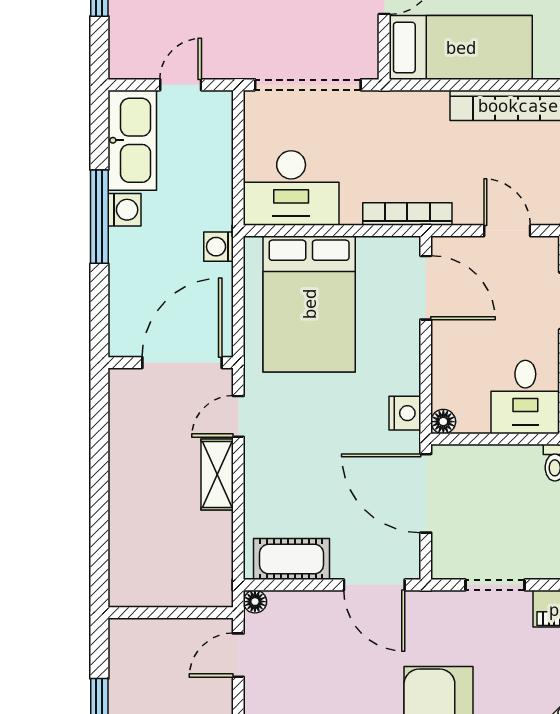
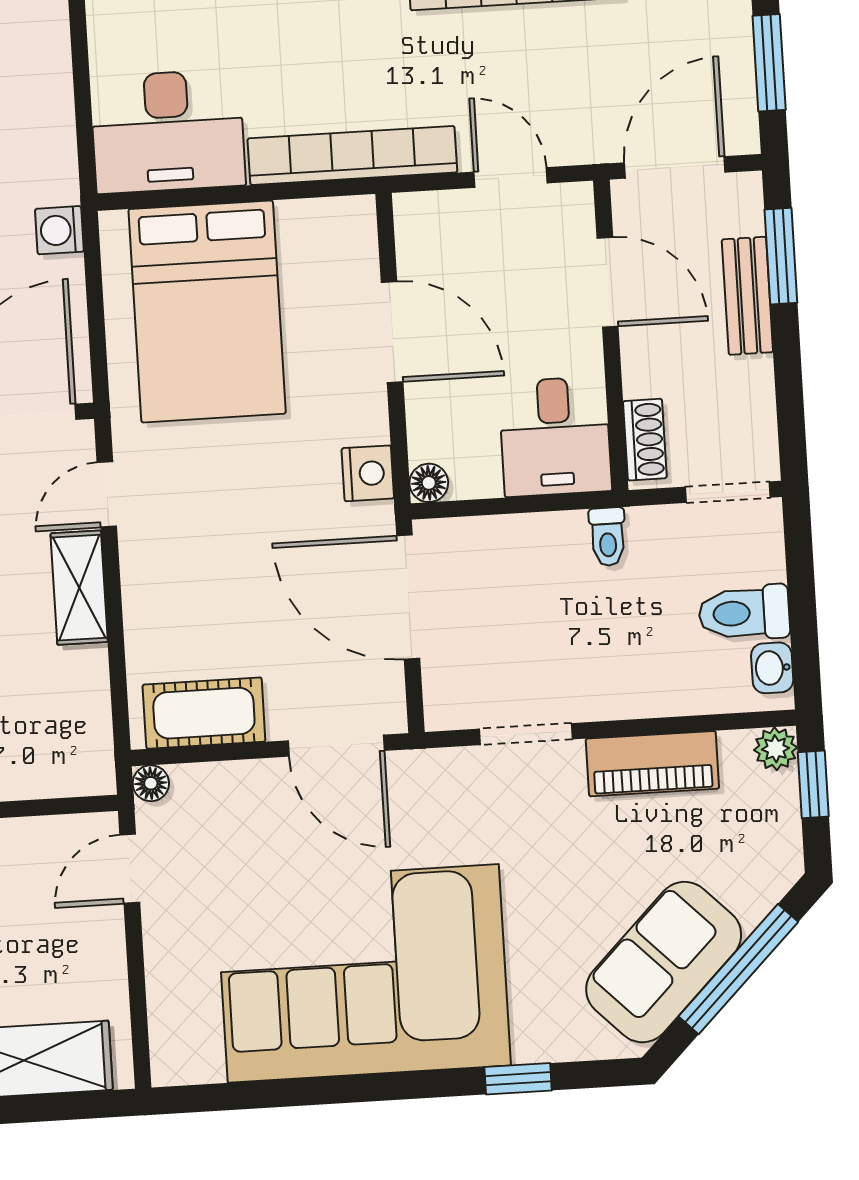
bookcase: (407, 214) -> (352, 155), width x1.48, depth x1.31
door: (426, 288) -> (392, 332), moved

